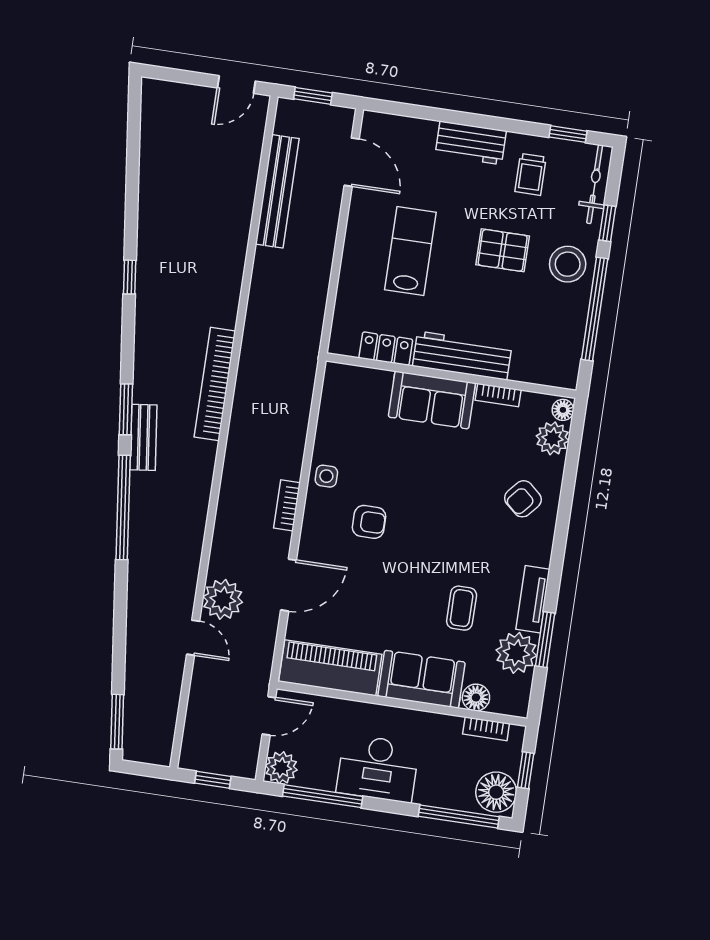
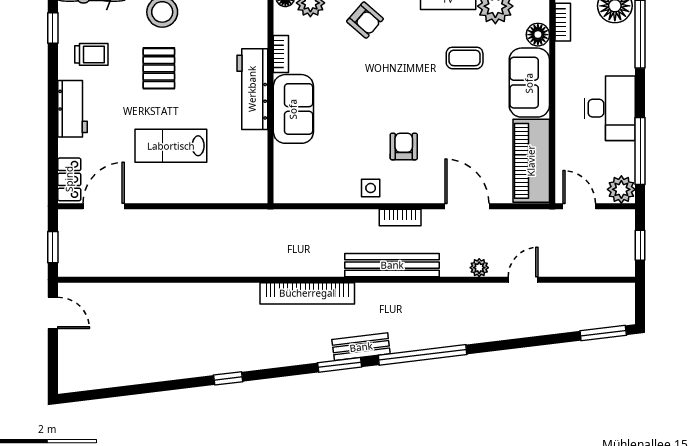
bench: (277, 191) -> (392, 265), moved
locker: (386, 349) -> (69, 179), moved, turned 180
plant: (223, 599) -> (479, 268), width x0.53, depth x0.53

